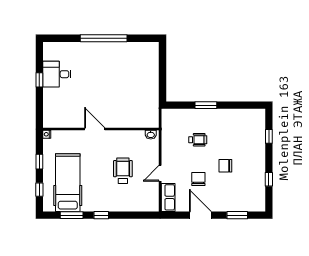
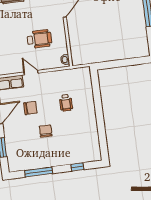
window: (206, 105) -> (98, 106), removed
wheelchair: (123, 171) -> (39, 39), moved
window: (269, 179) -> (38, 172), width x2.17

